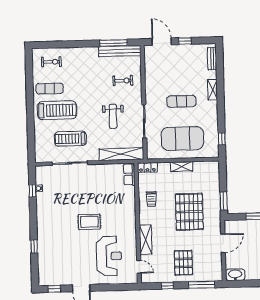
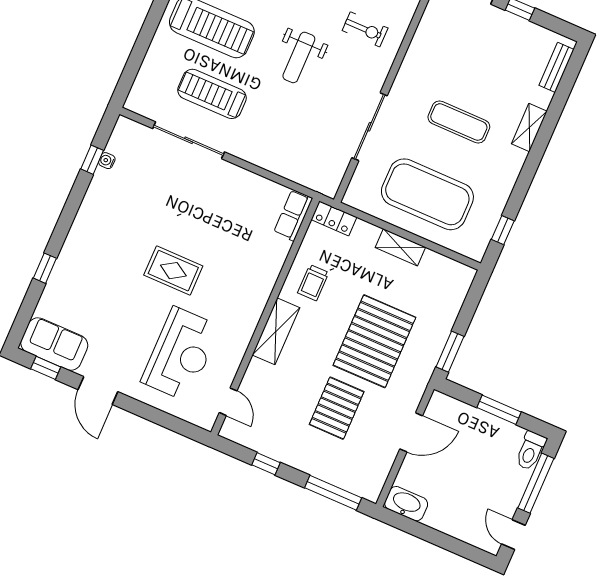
weight bench: (113, 116) -> (299, 57), moved
shelving: (121, 154) -> (296, 169), removed
shelving: (146, 240) -> (276, 331), moved
pallet: (183, 263) -> (337, 408), moved
sofa: (53, 277) -> (54, 344), added

